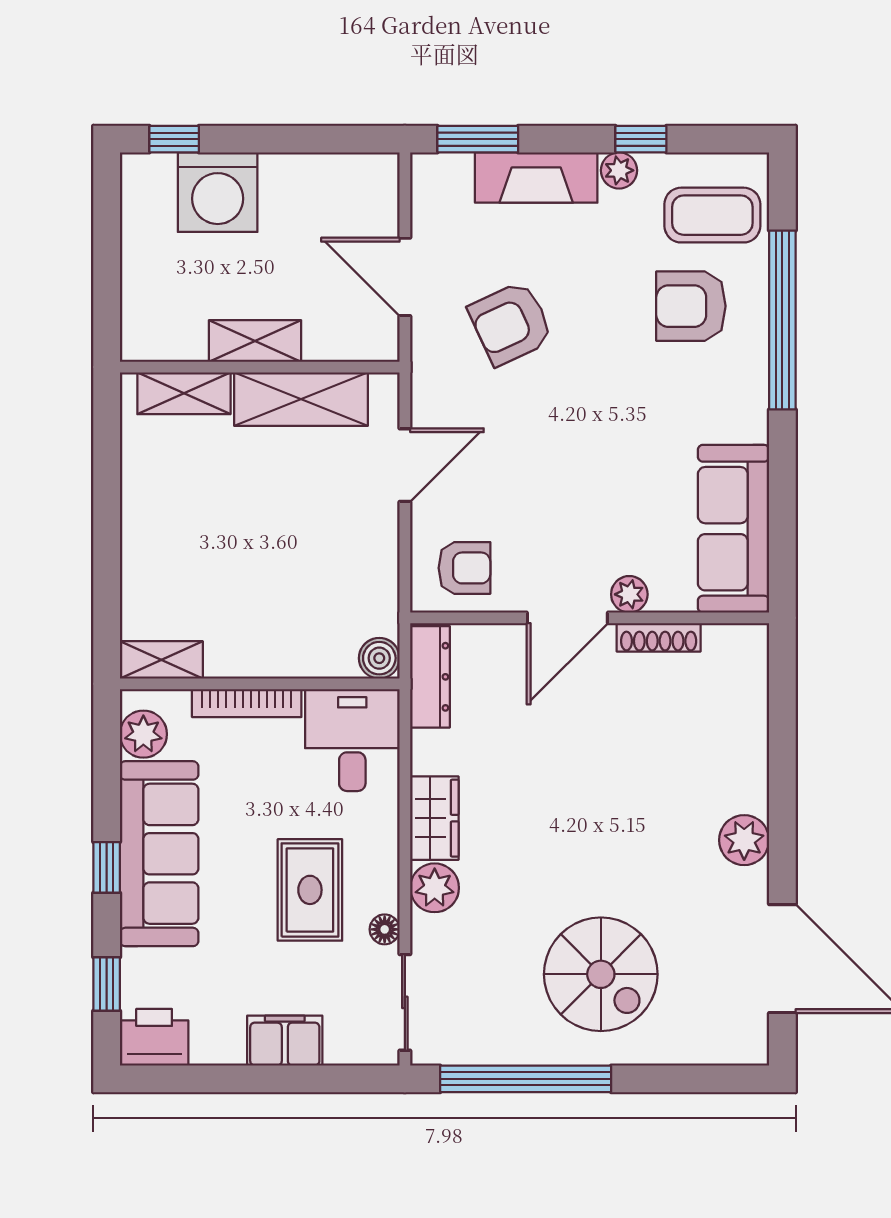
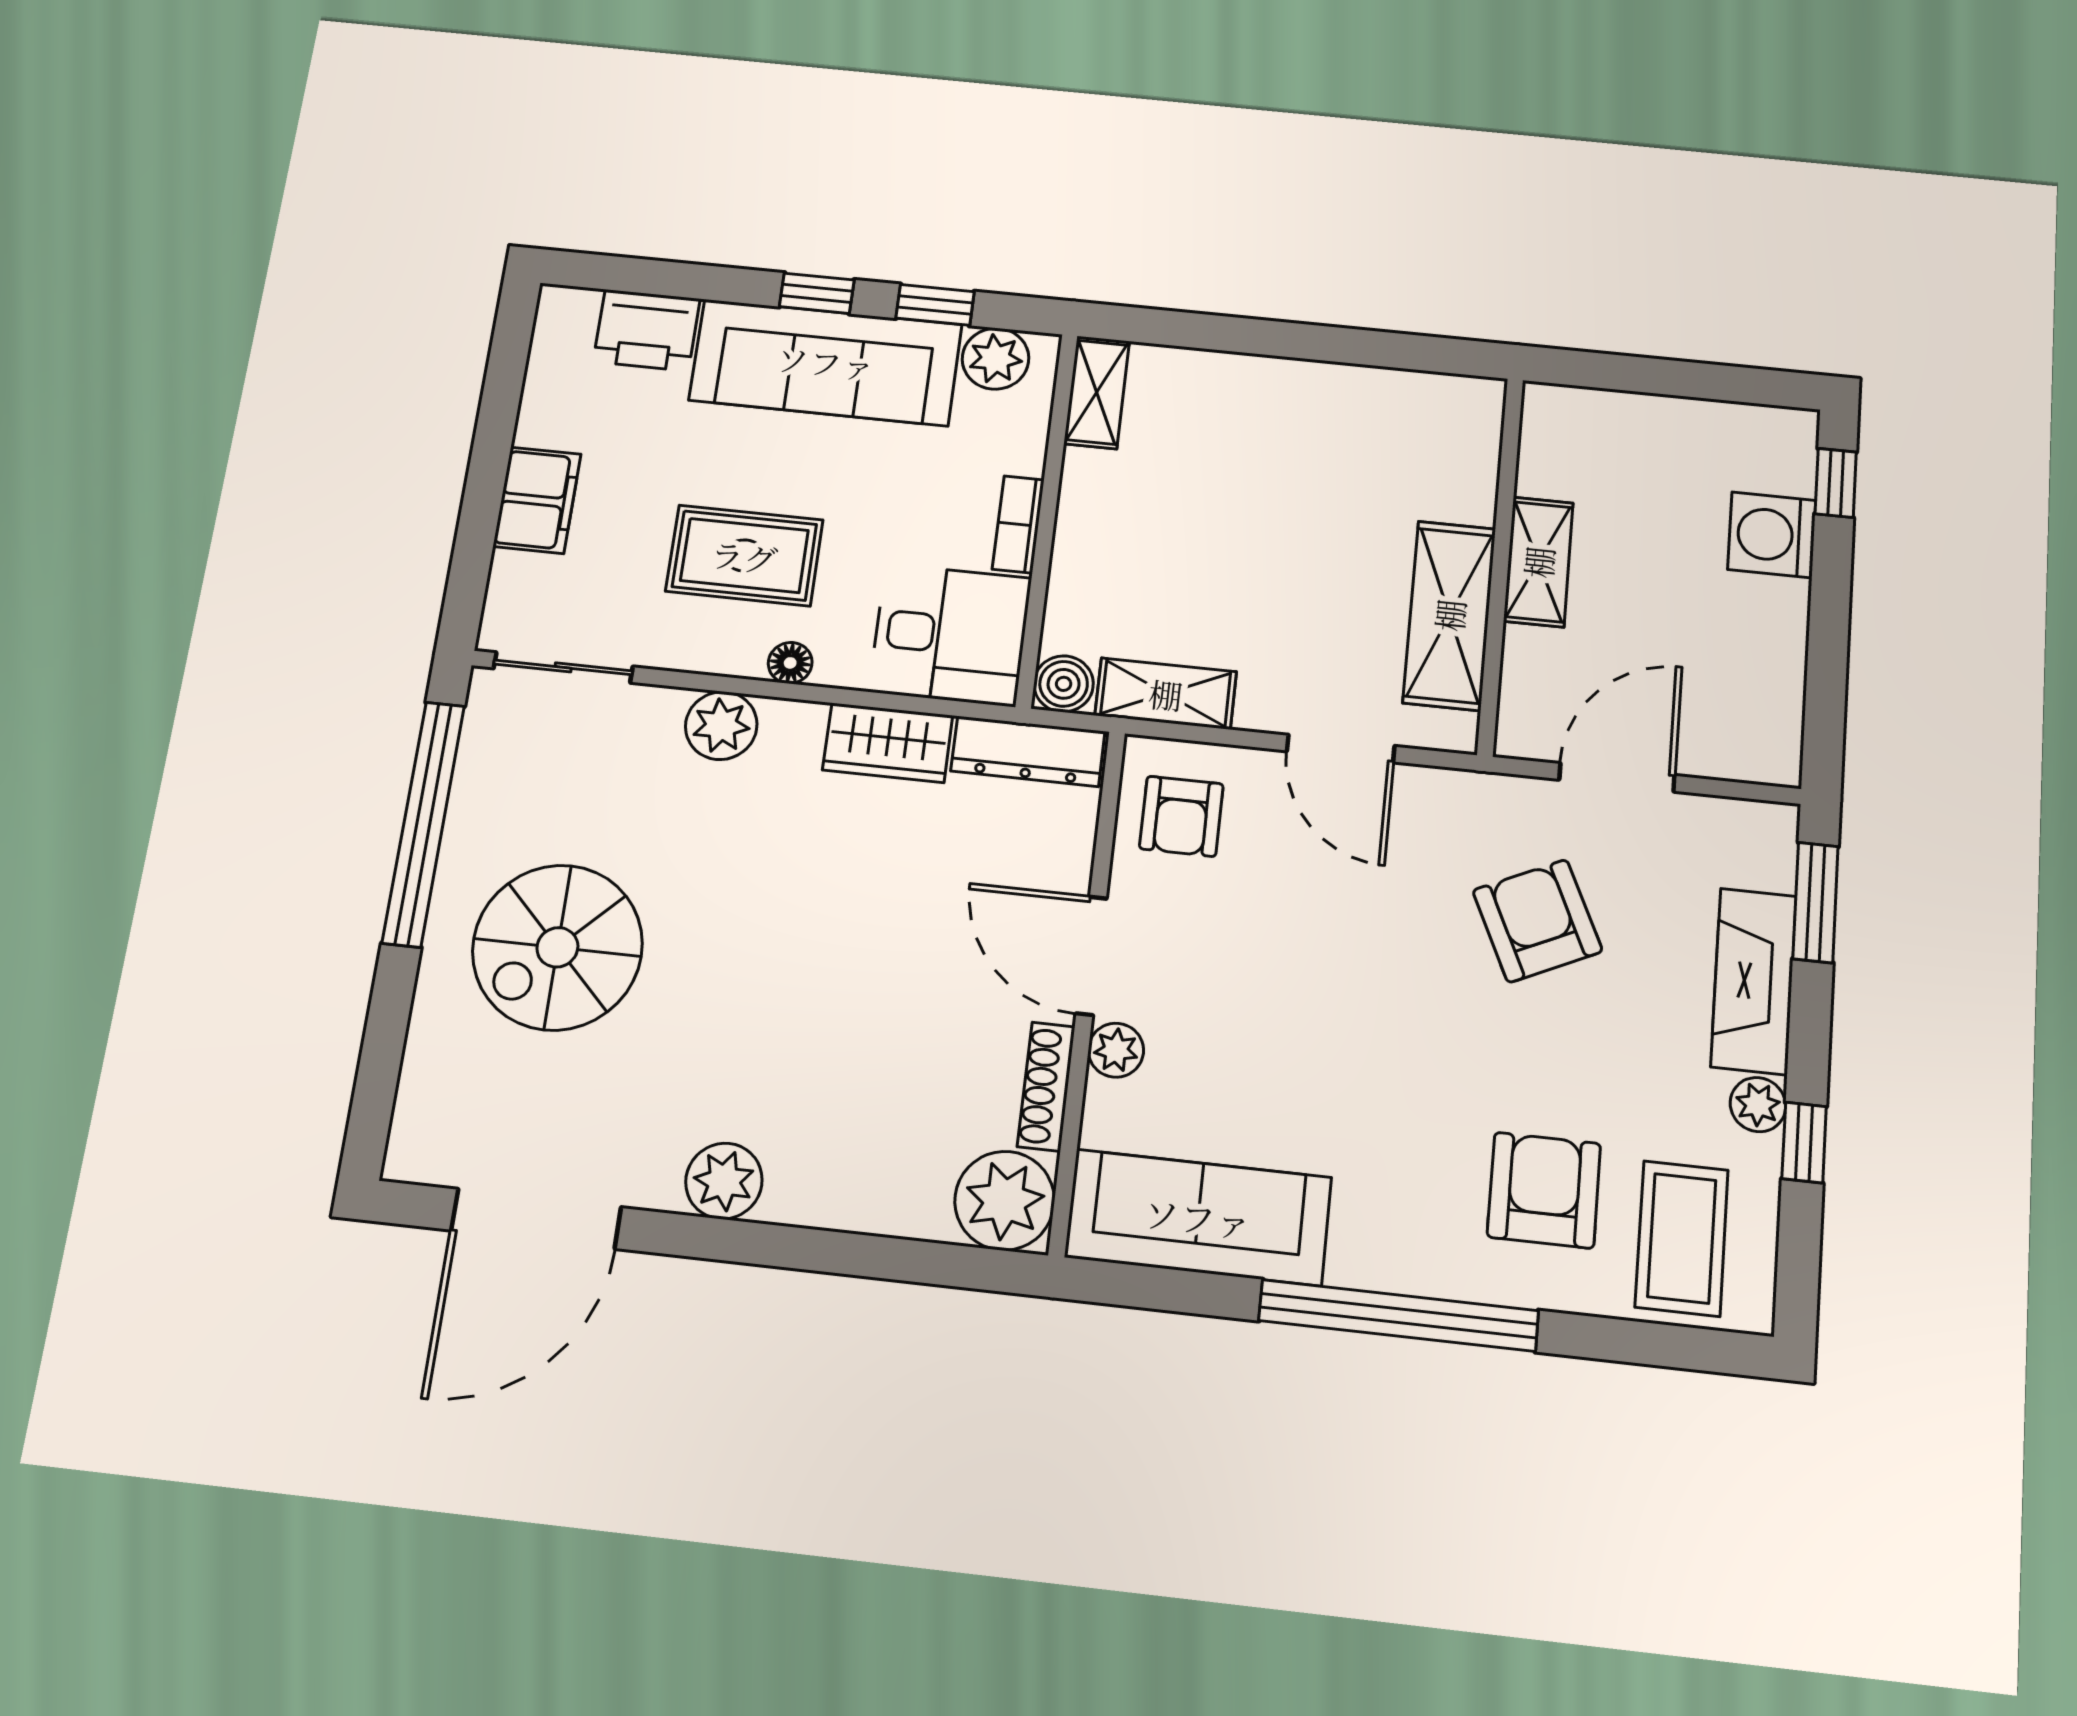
washing machine: (218, 192) -> (1772, 535), width x0.73, depth x0.73
window: (782, 320) -> (1399, 1316), moved
shelving: (184, 393) -> (1166, 694), moved, turned 90
plant: (737, 656) -> (1005, 1201), added
bookcase: (247, 703) -> (1018, 524), width x0.64
wardrobe: (434, 818) -> (888, 743), moved
floor lamp: (385, 929) -> (790, 663), moved
window: (107, 984) -> (935, 305), moved
printer: (154, 1037) -> (647, 330), moved, turned 90

